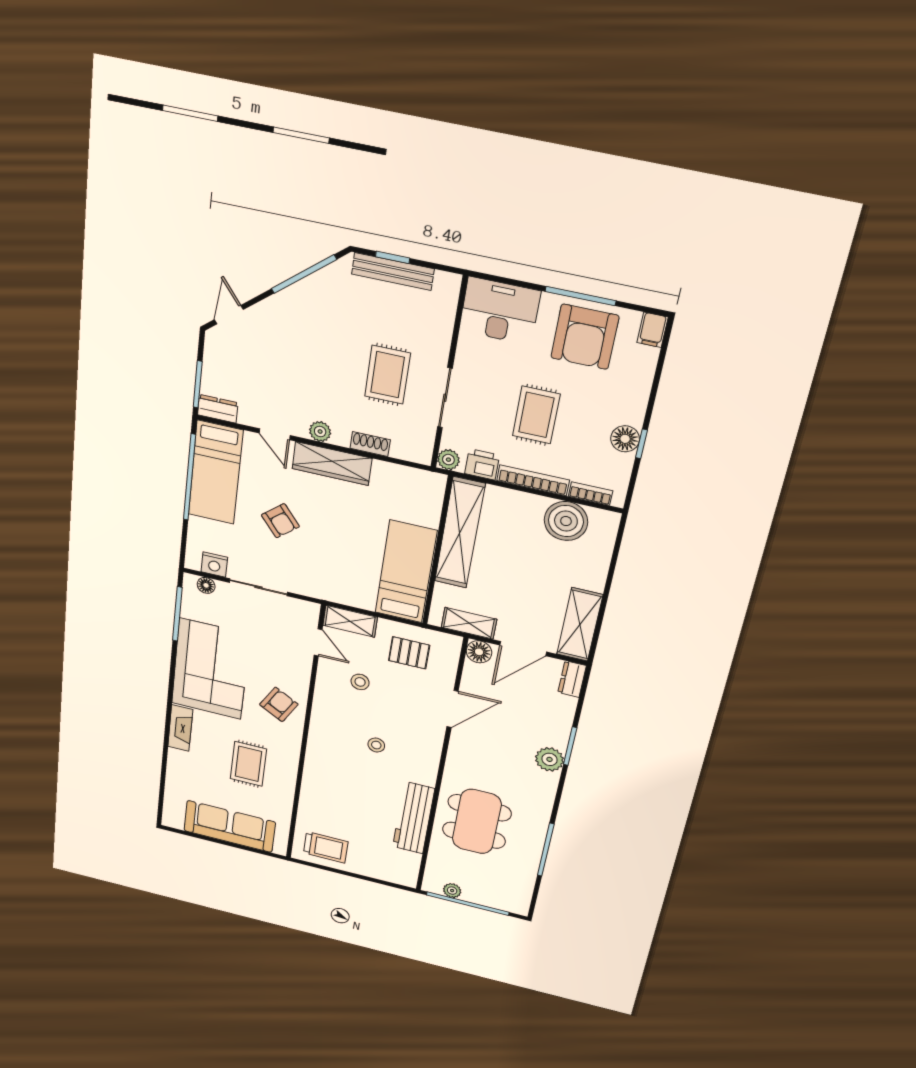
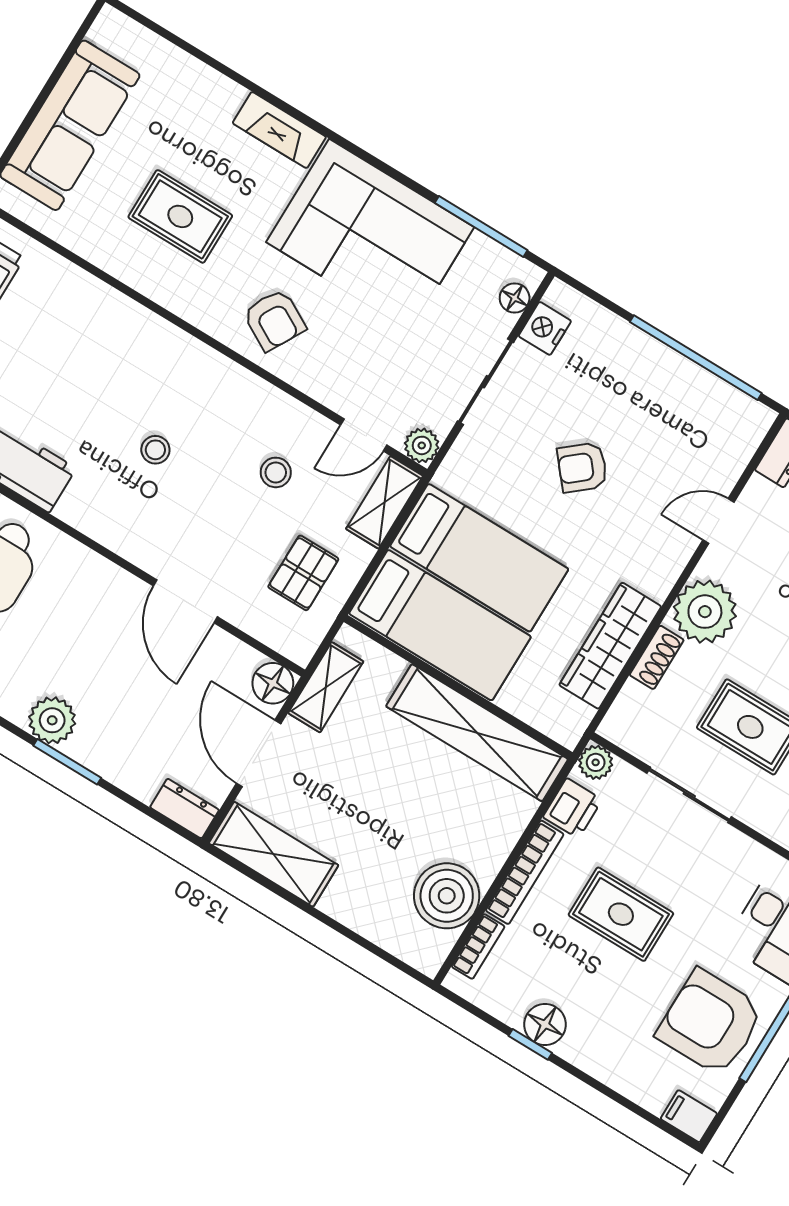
plant: (320, 432) -> (705, 612), width x1.88, depth x1.88
wardrobe: (332, 463) -> (610, 646), moved
bed: (216, 473) -> (479, 558), moved, turned 180
plant: (309, 611) -> (422, 445), added

